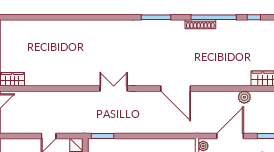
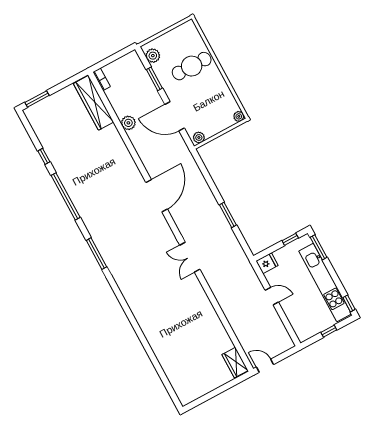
shoe rack: (200, 24) -> (80, 206), removed
window: (103, 136) -> (228, 215), moved

